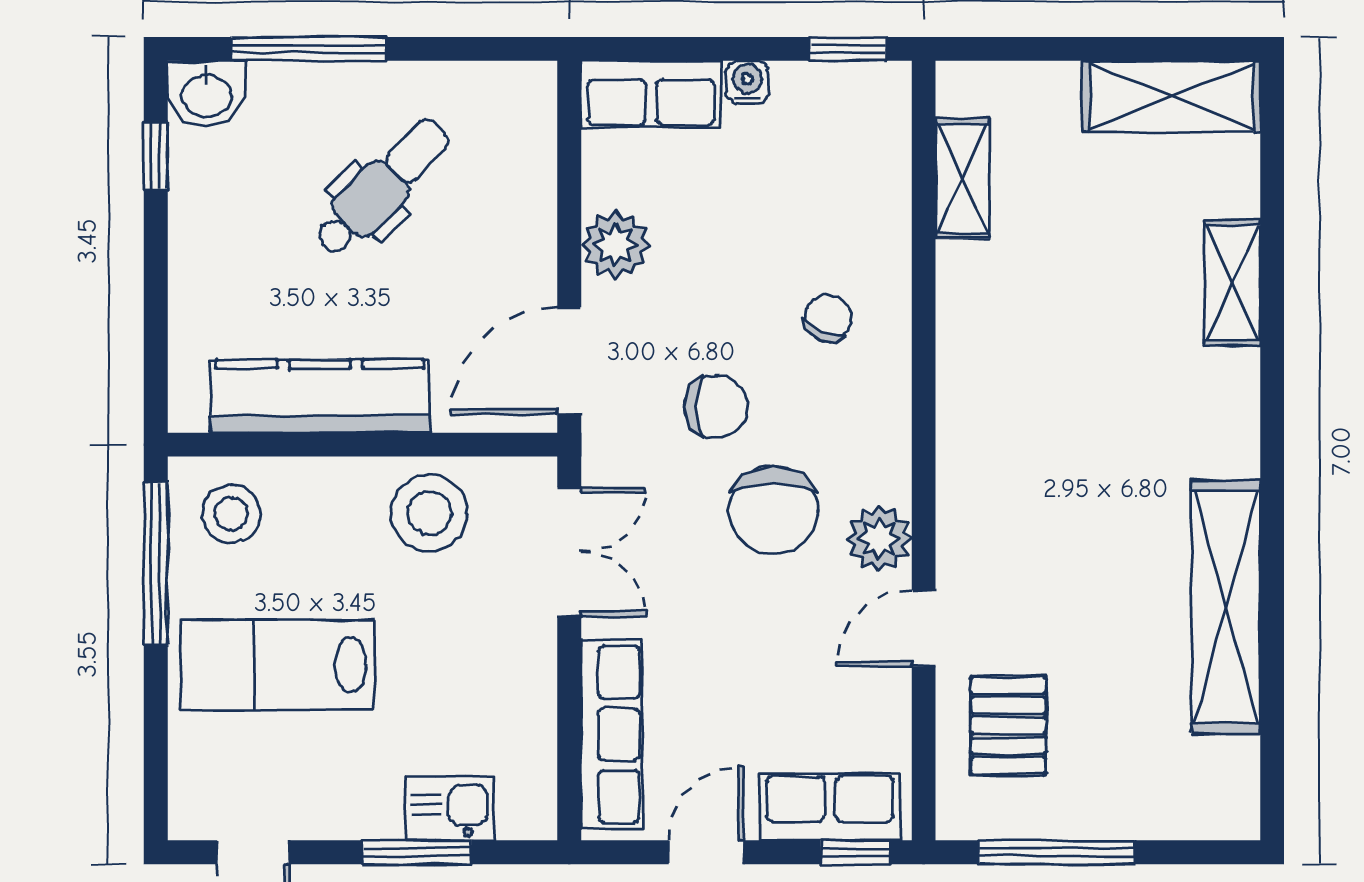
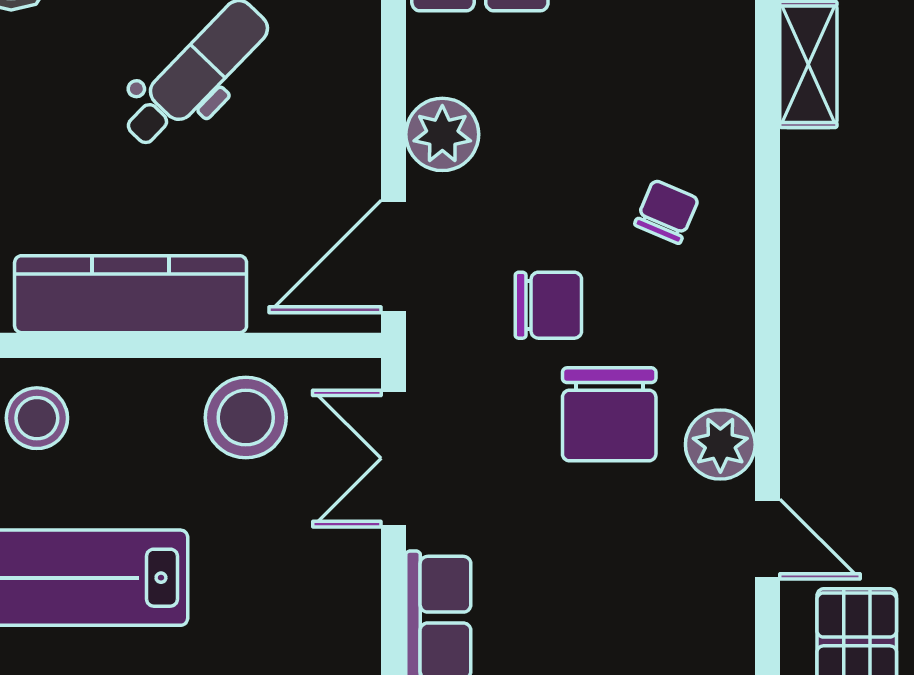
double door: (569, 552) -> (394, 458), swing flipped
door: (924, 628) -> (767, 539), swing flipped

